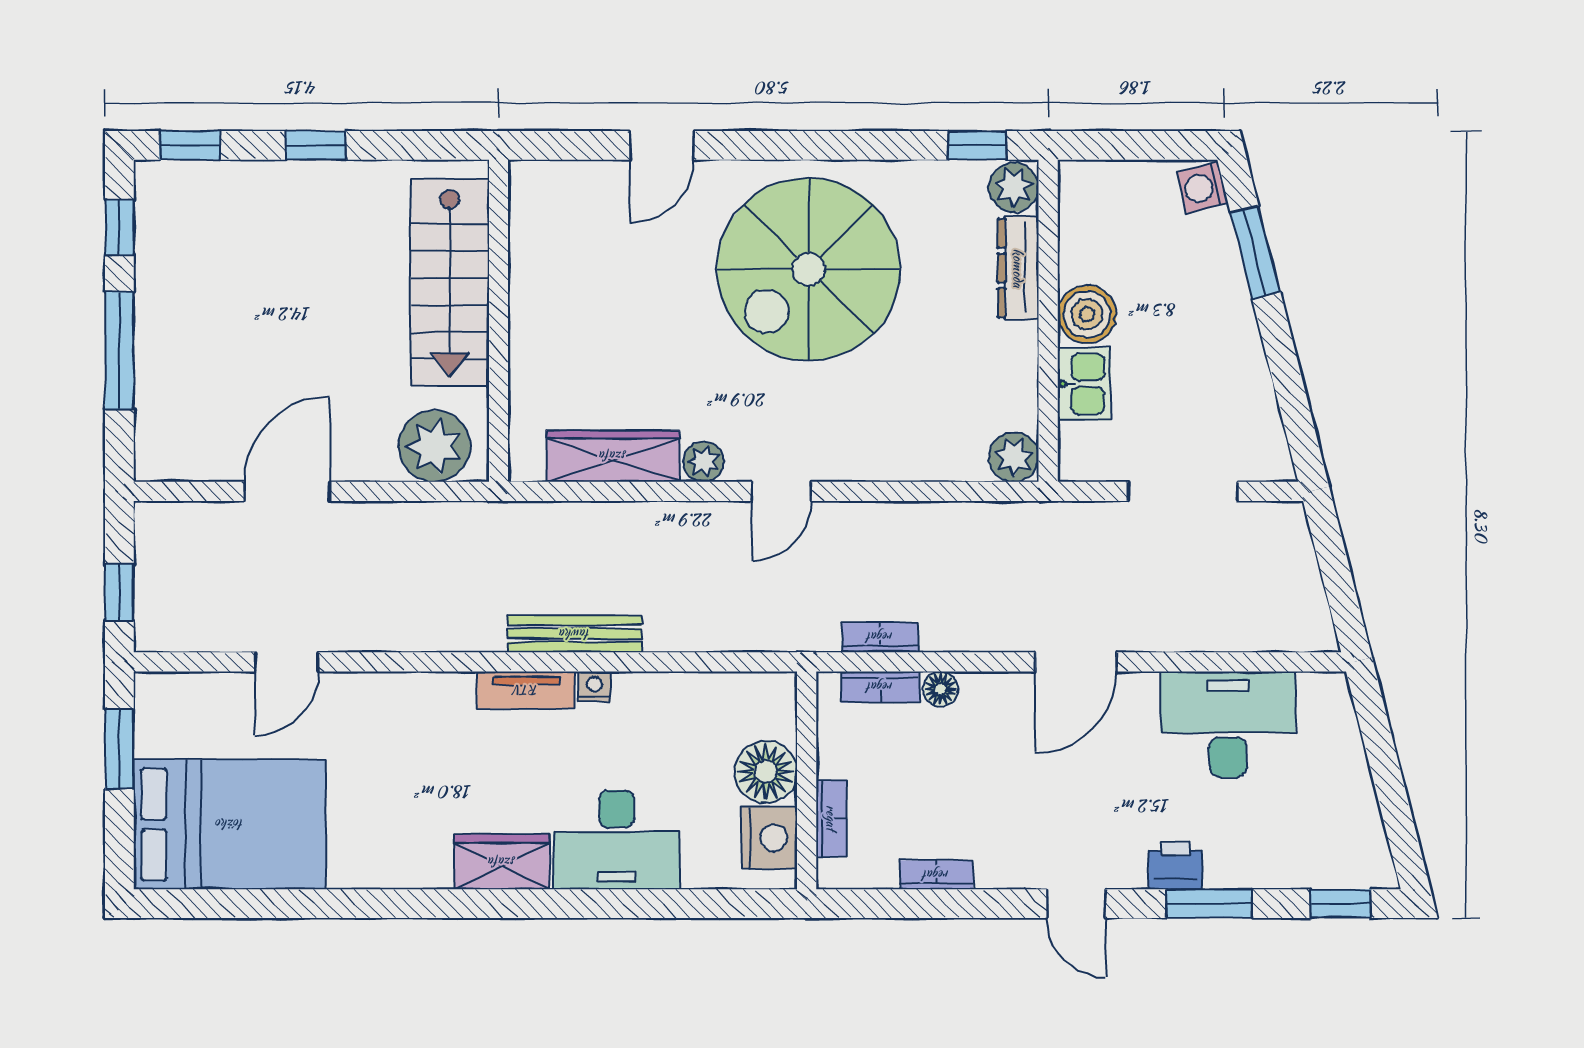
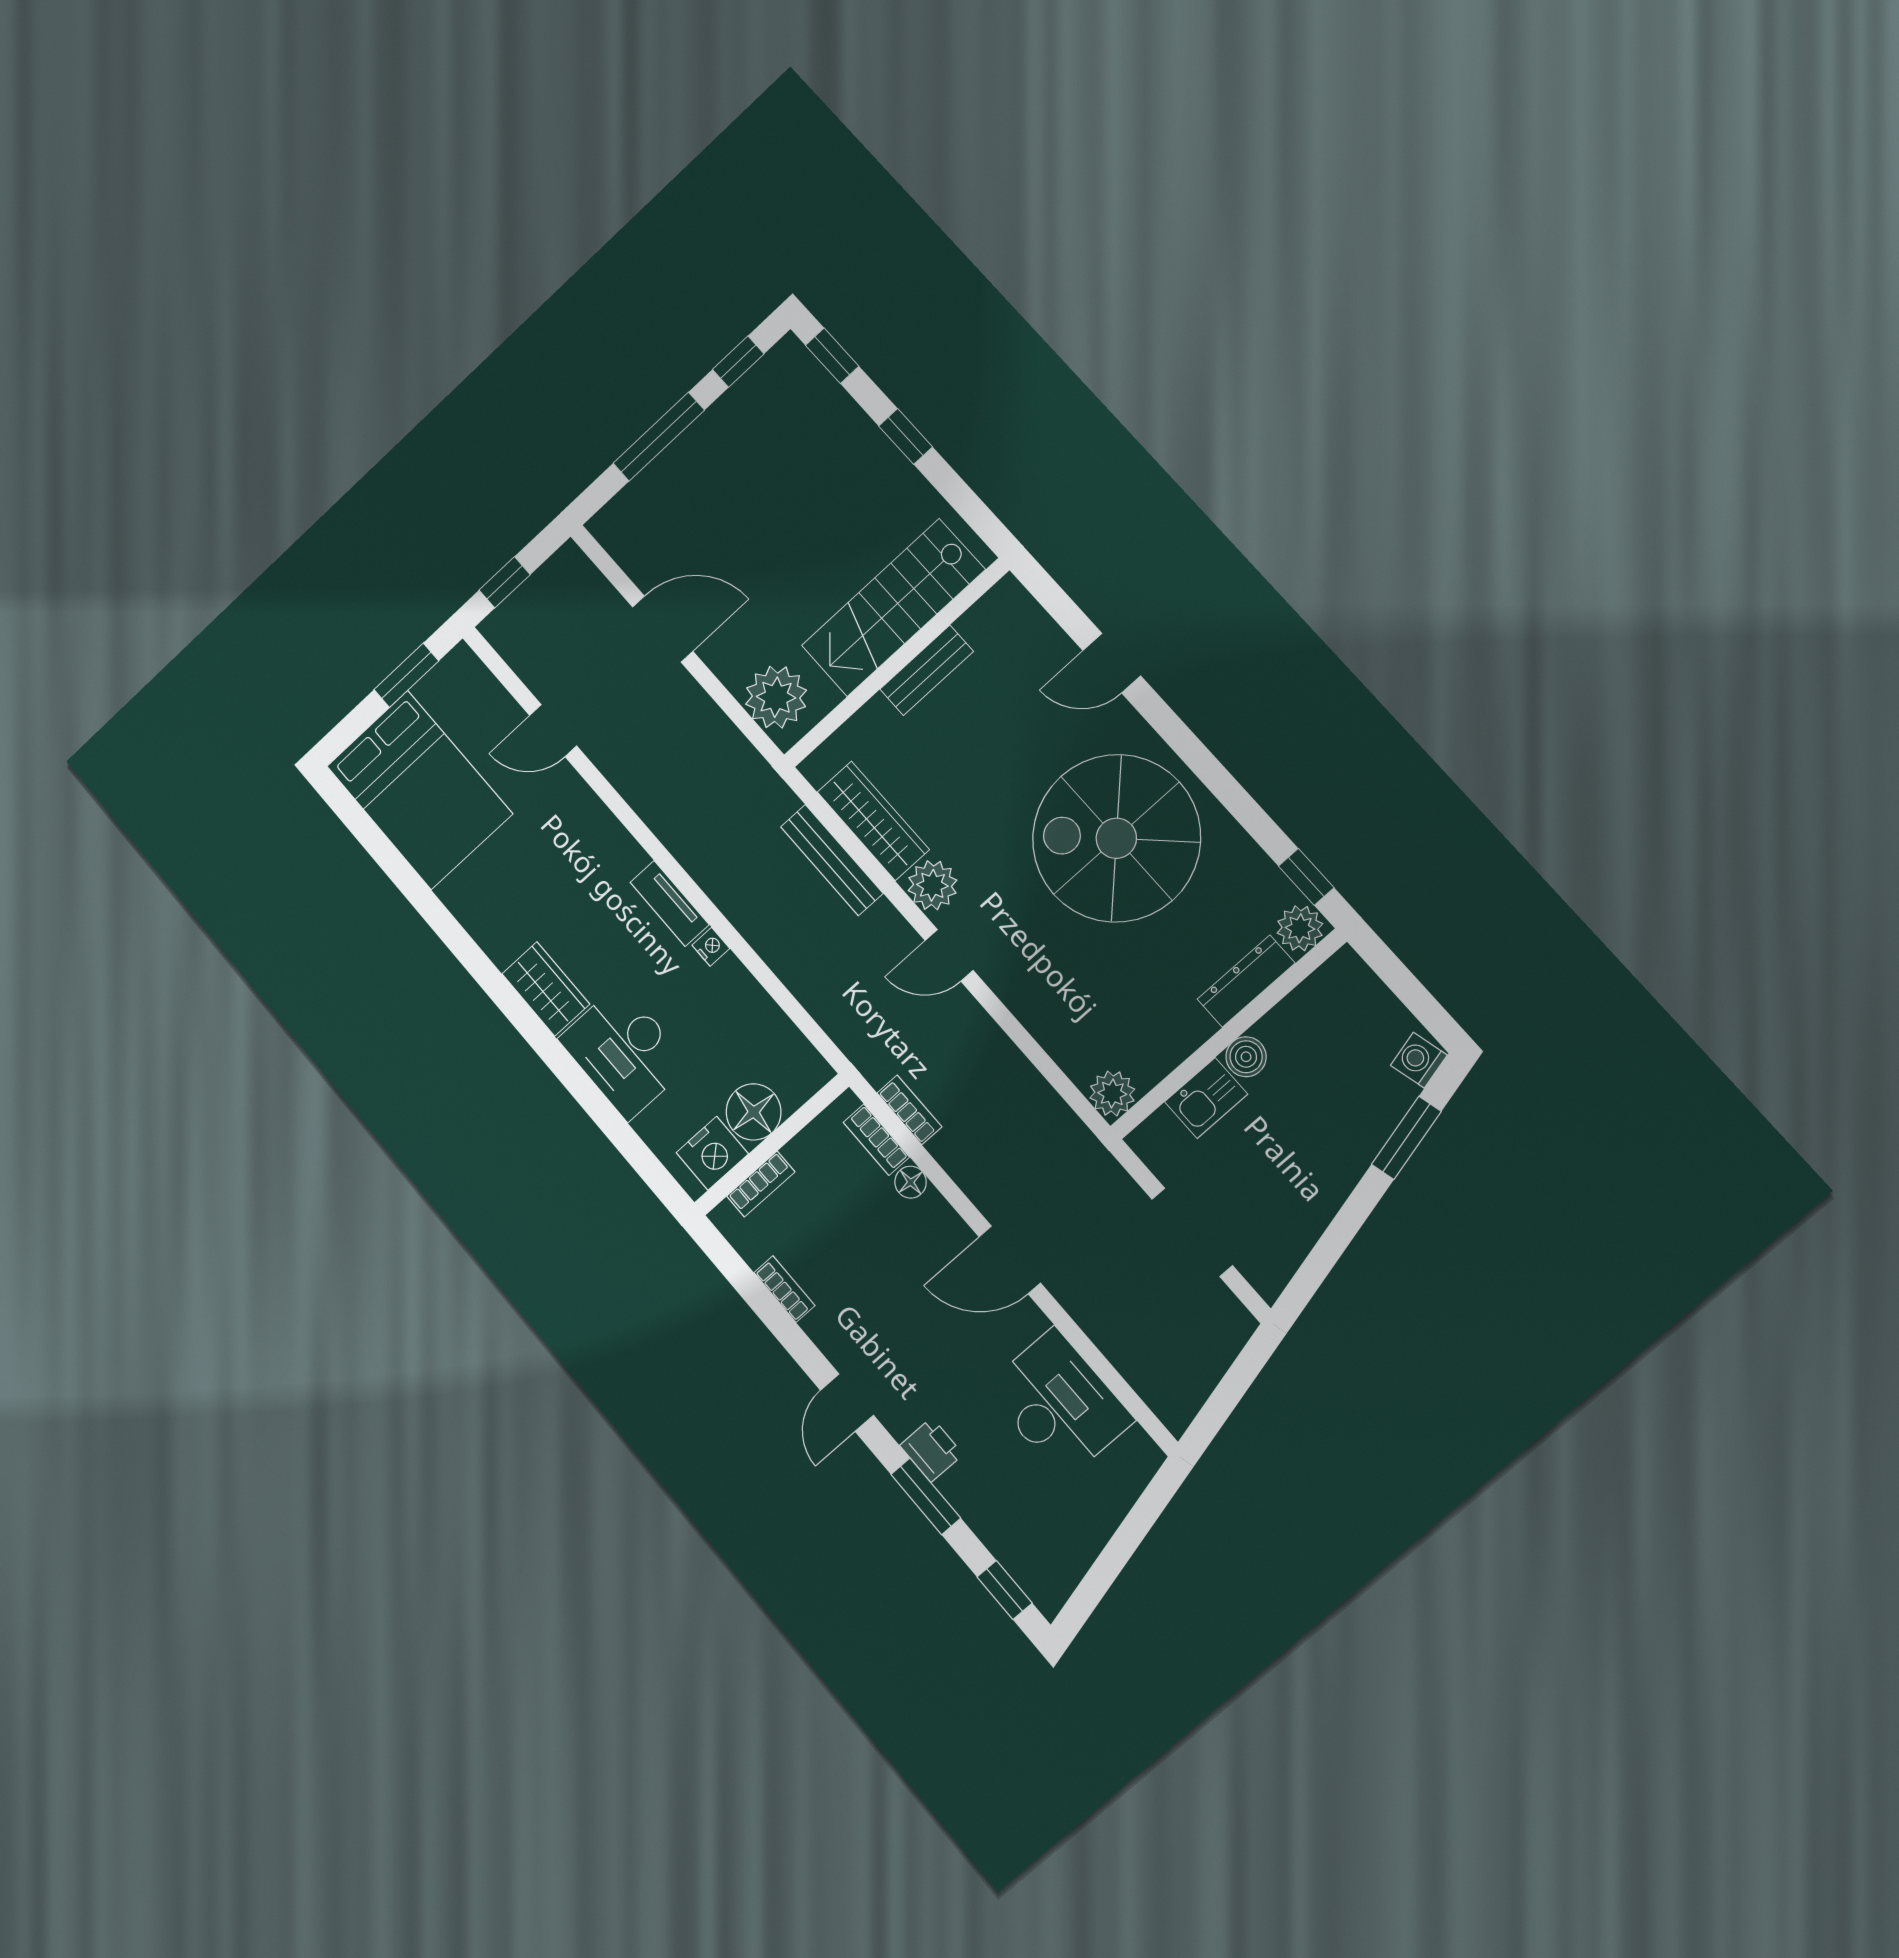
bench: (528, 301) -> (927, 670), added
boiler: (1087, 314) -> (1246, 1057), width x0.73, depth x0.73
plant: (704, 462) -> (932, 885), width x1.38, depth x1.38
bench: (575, 634) -> (832, 860), moved

